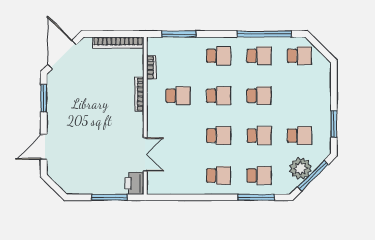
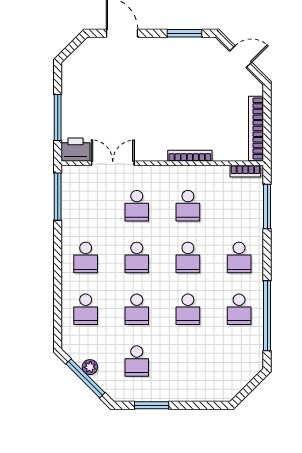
door: (62, 55) -> (241, 57), width x0.53
school desk: (299, 56) -> (137, 206), moved
bookcase: (151, 67) -> (245, 171), moved
double door: (145, 154) -> (113, 163), swing flipped
plant: (300, 168) -> (90, 367), width x0.53, depth x0.53
window: (256, 197) -> (58, 197), moved

